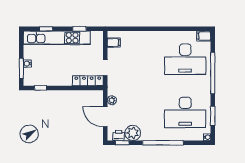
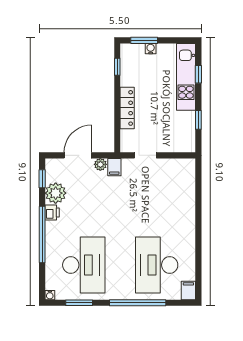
kitchen unit: (57, 38) -> (186, 77), width x0.73
filing cabinet: (114, 43) -> (114, 167), moved
locker: (88, 81) -> (127, 108), moved
desk: (185, 112) -> (84, 265), turned 180
printer: (119, 135) -> (52, 212), moved

